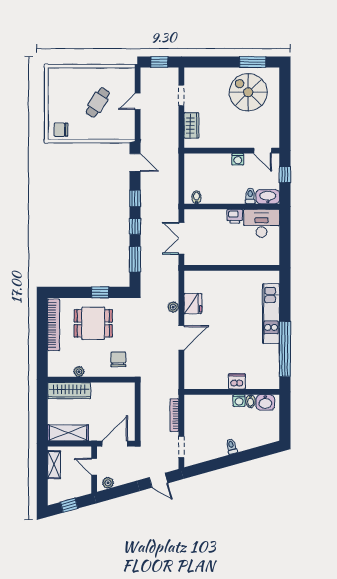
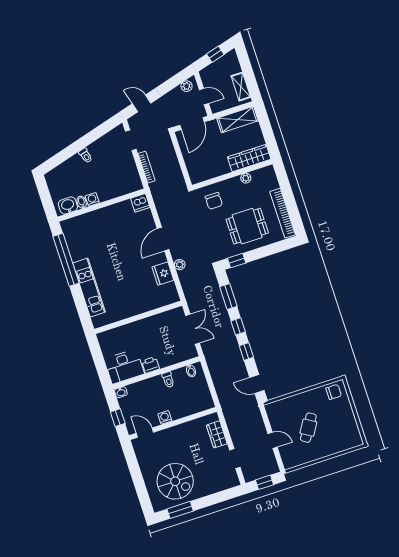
door: (138, 101) -> (273, 440), hinge flipped
toilet: (250, 196) -> (168, 380), moved
washbasin: (268, 197) -> (121, 392), width x0.52, depth x0.69
window: (100, 292) -> (237, 261), moved
dishwasher: (237, 381) -> (140, 203), moved

